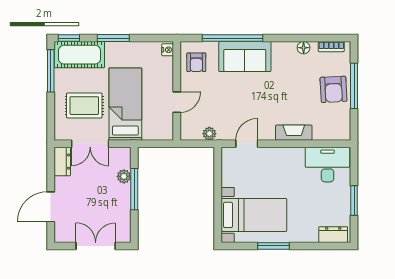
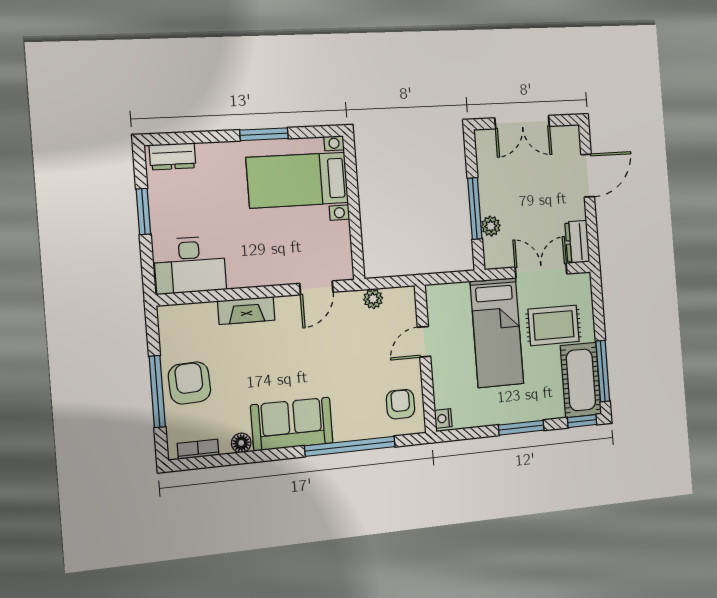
cot: (79, 55) -> (581, 380), moved, turned 90
sofa: (245, 57) -> (292, 424), moved

